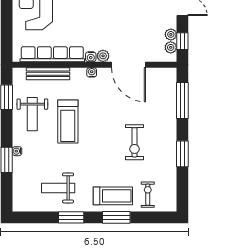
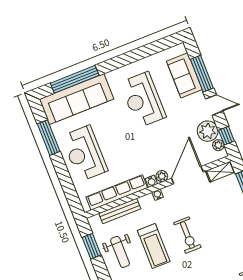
plant: (171, 34) -> (208, 131), width x1.88, depth x1.88
door: (129, 65) -> (187, 175), swing flipped
shelving: (162, 74) -> (220, 172), added
exercise bike: (135, 142) -> (187, 235), moved

